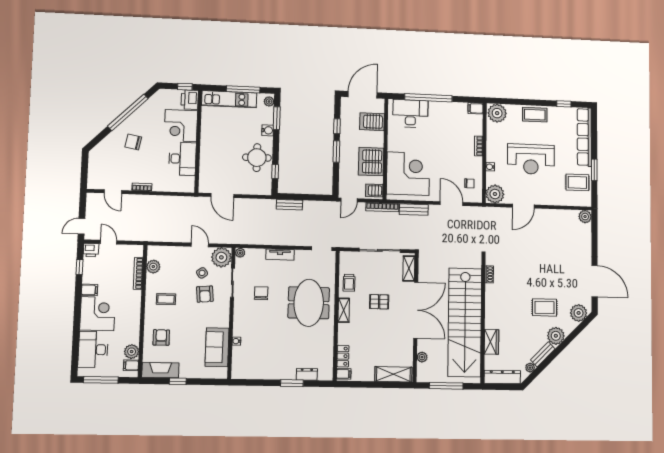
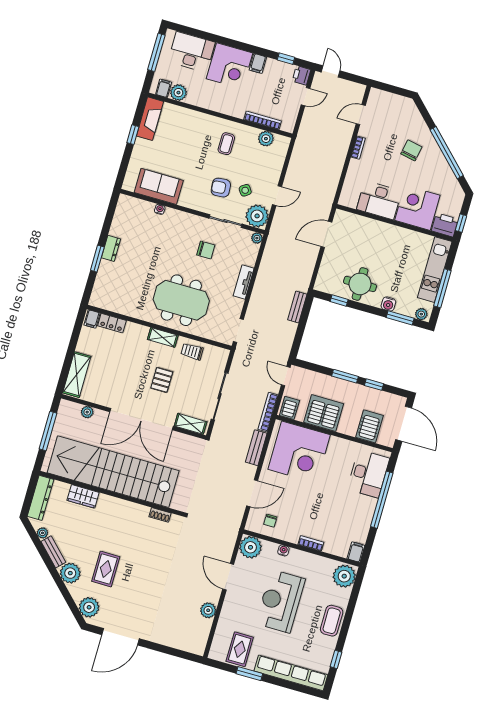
plant: (585, 217) -> (208, 610), moved
armchair: (161, 337) -> (185, 128), removed
dresser: (307, 374) -> (111, 248), moved

